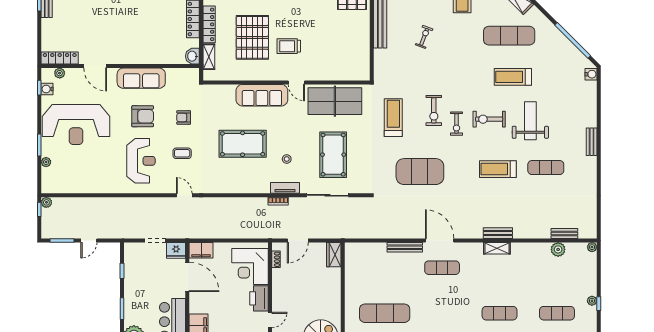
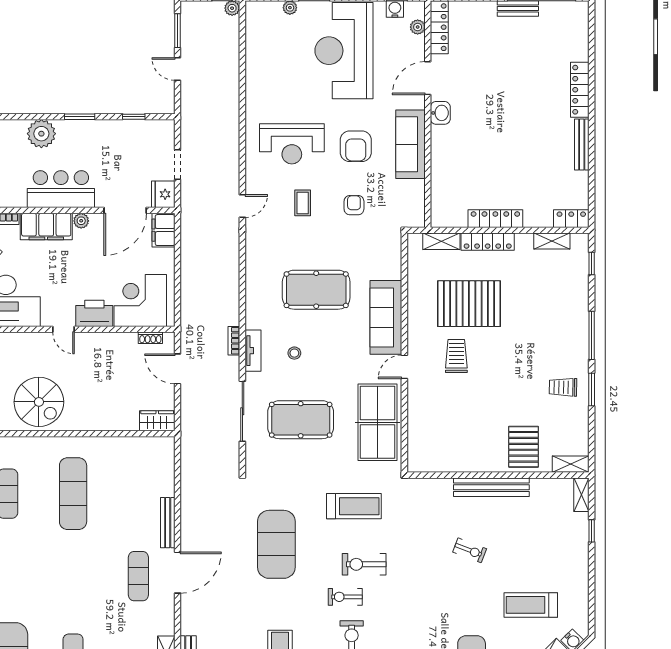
washbasin: (192, 56) -> (440, 113), moved, turned 90
pool table: (243, 144) -> (316, 290), turned 90
plant: (195, 308) -> (81, 221), added

